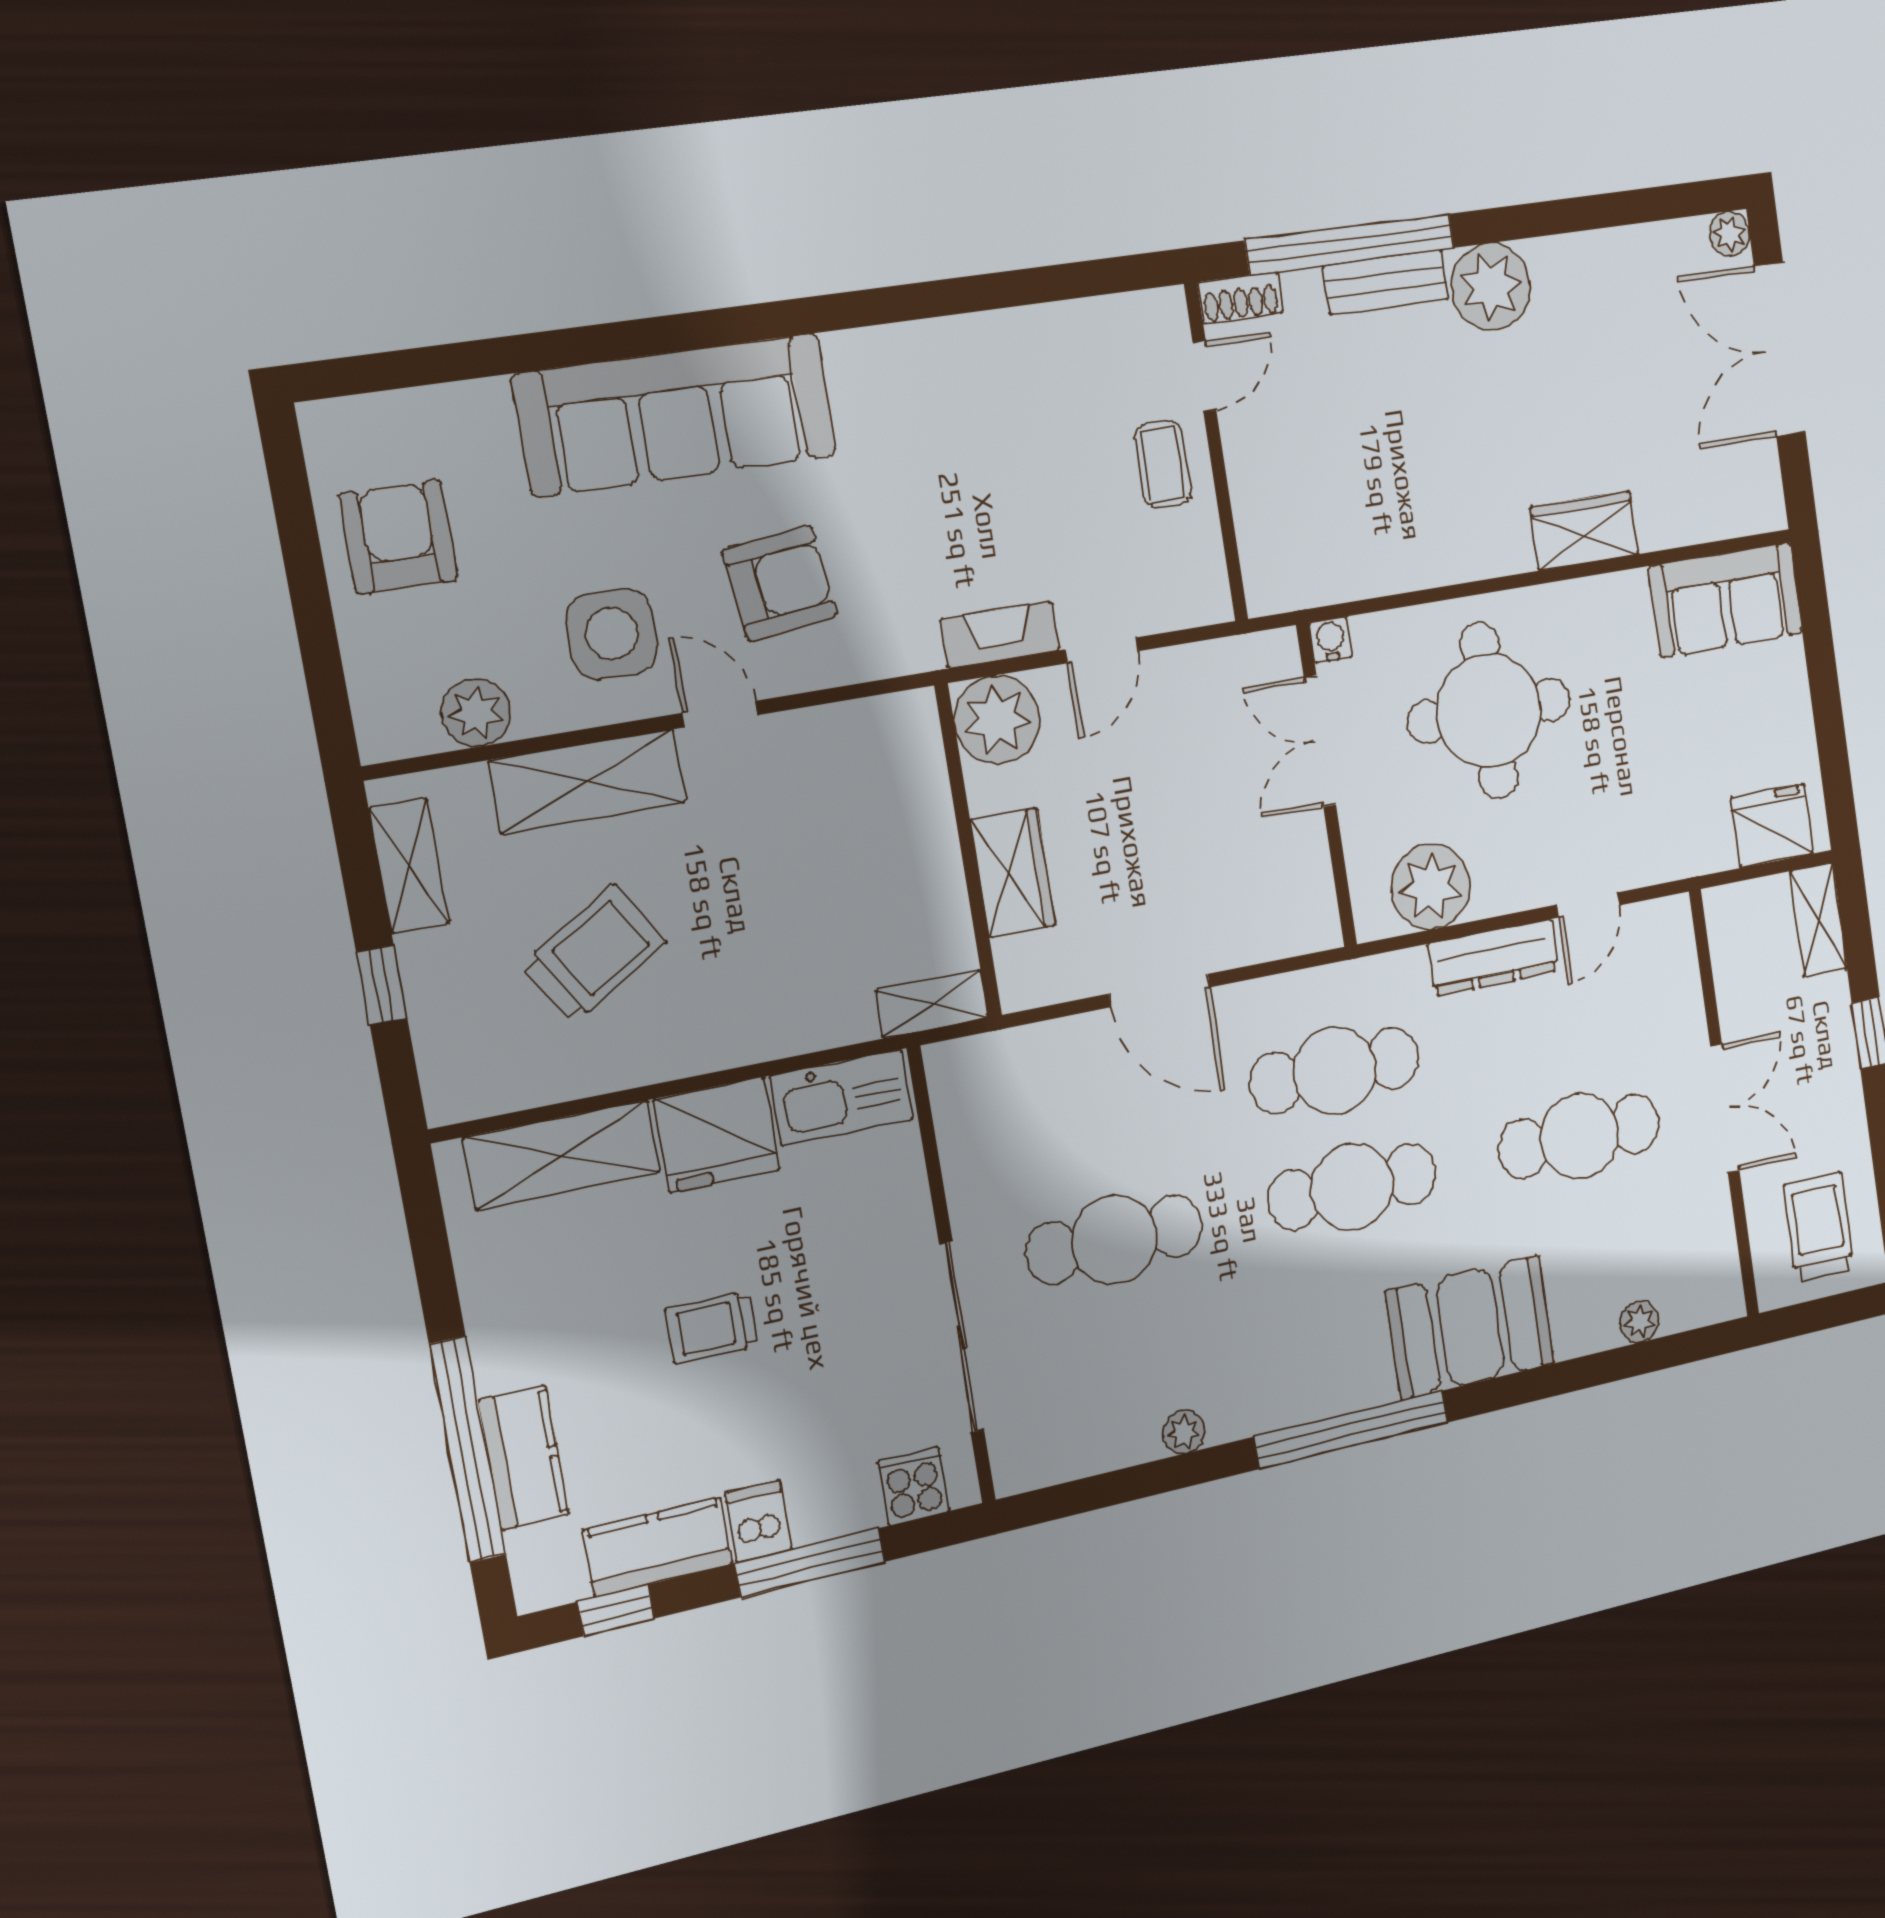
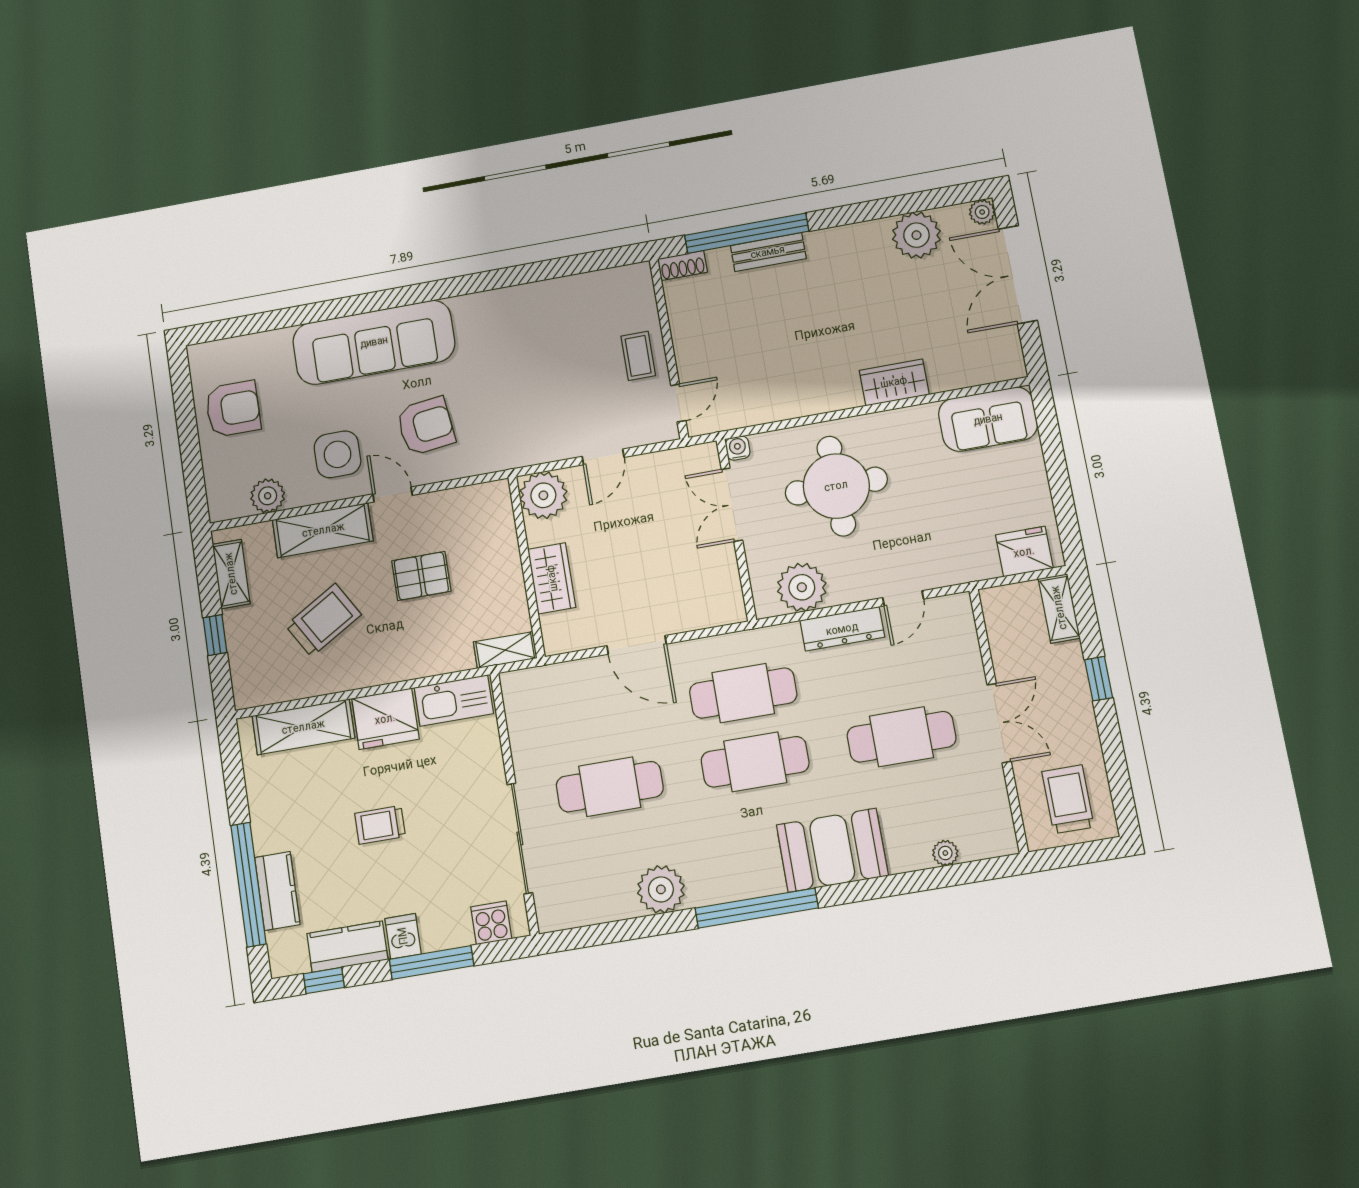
plant: (1491, 287) -> (916, 235), moved
door: (1204, 376) -> (678, 403), moved
armchair: (399, 537) -> (233, 409), turned 90
fireplace: (1000, 635) -> (545, 450), removed
pallet: (777, 869) -> (421, 576), added
plant: (1184, 1432) -> (661, 889), width x1.88, depth x1.88

